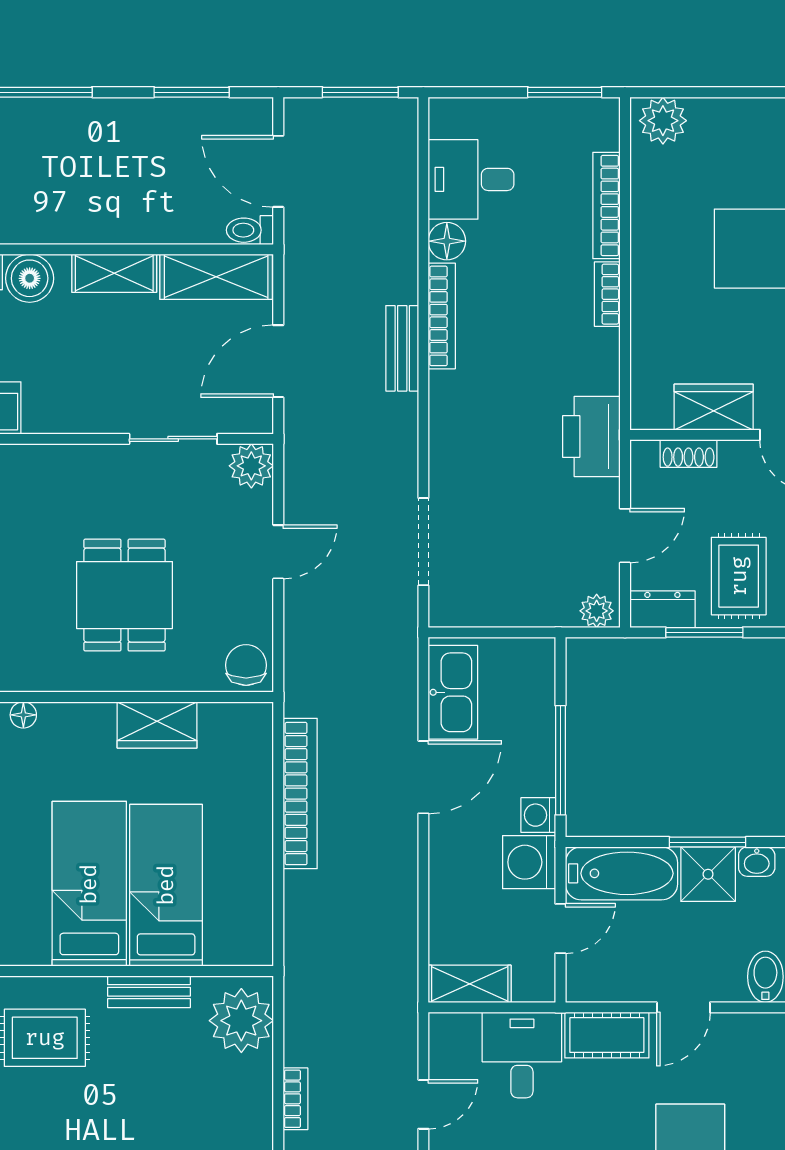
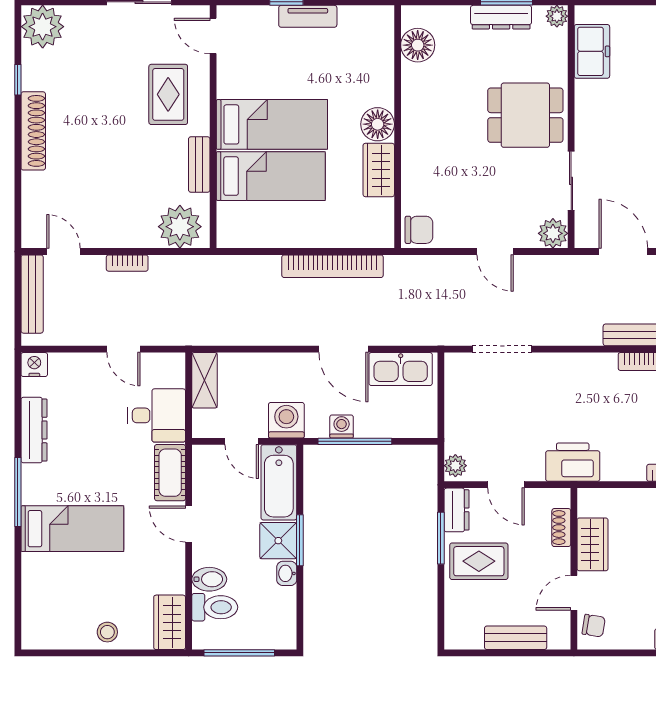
dining table: (124, 595) -> (525, 115), moved
floor lamp: (23, 715) -> (378, 124), moved, width x1.89, depth x1.89
washing machine: (538, 815) -> (342, 426), moved

